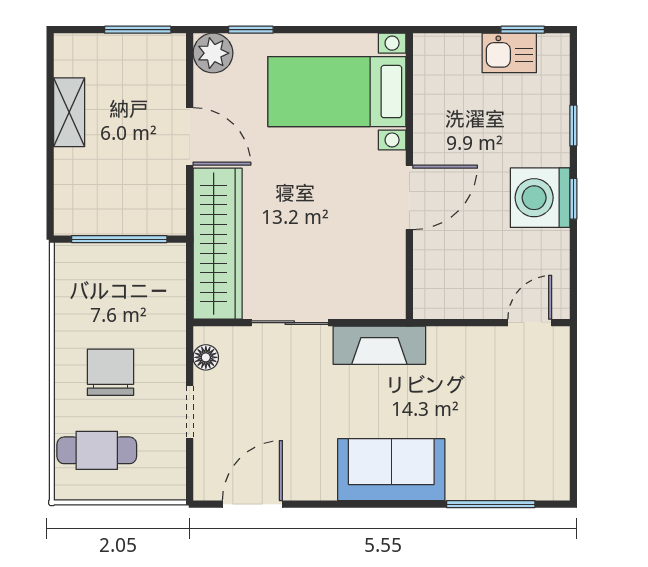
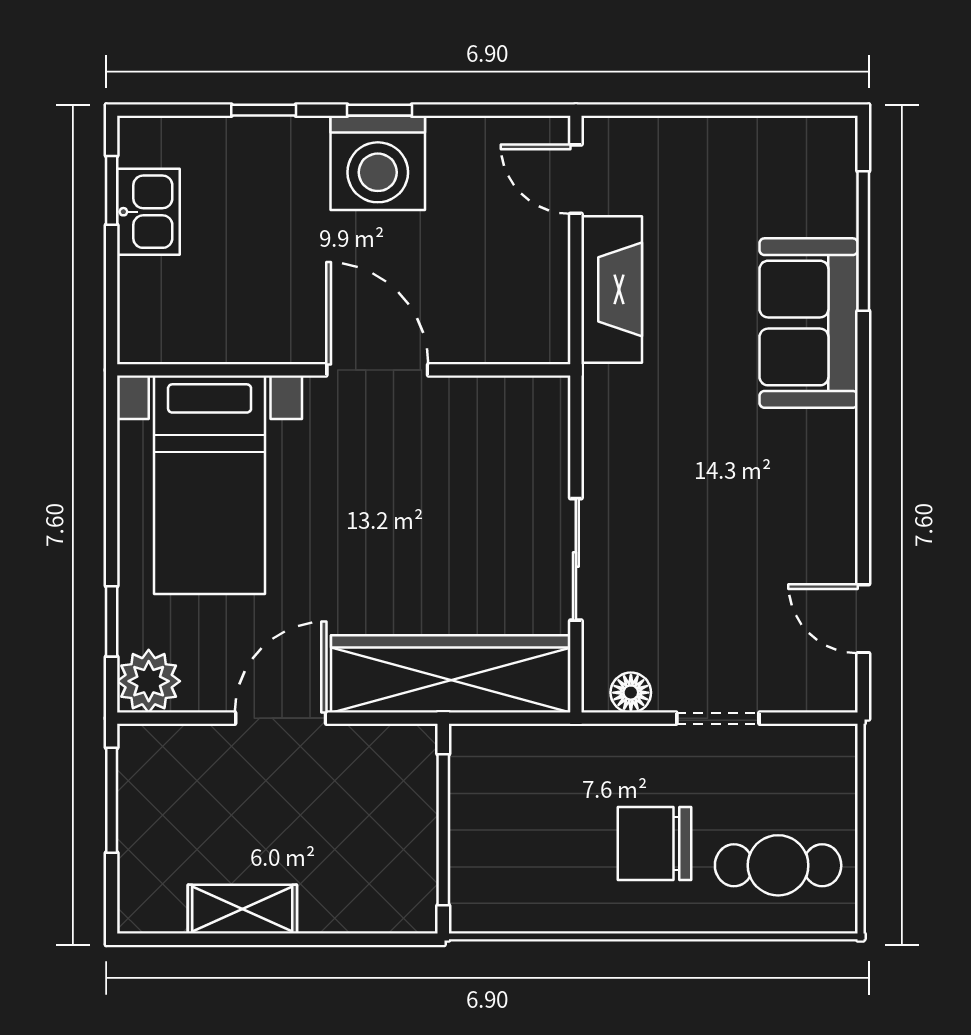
fireplace: (379, 345) -> (612, 289), moved
cafe table: (97, 450) -> (778, 865), turned 90
sofa: (391, 470) -> (809, 323), moved
door: (252, 504) -> (863, 619), width x0.73

